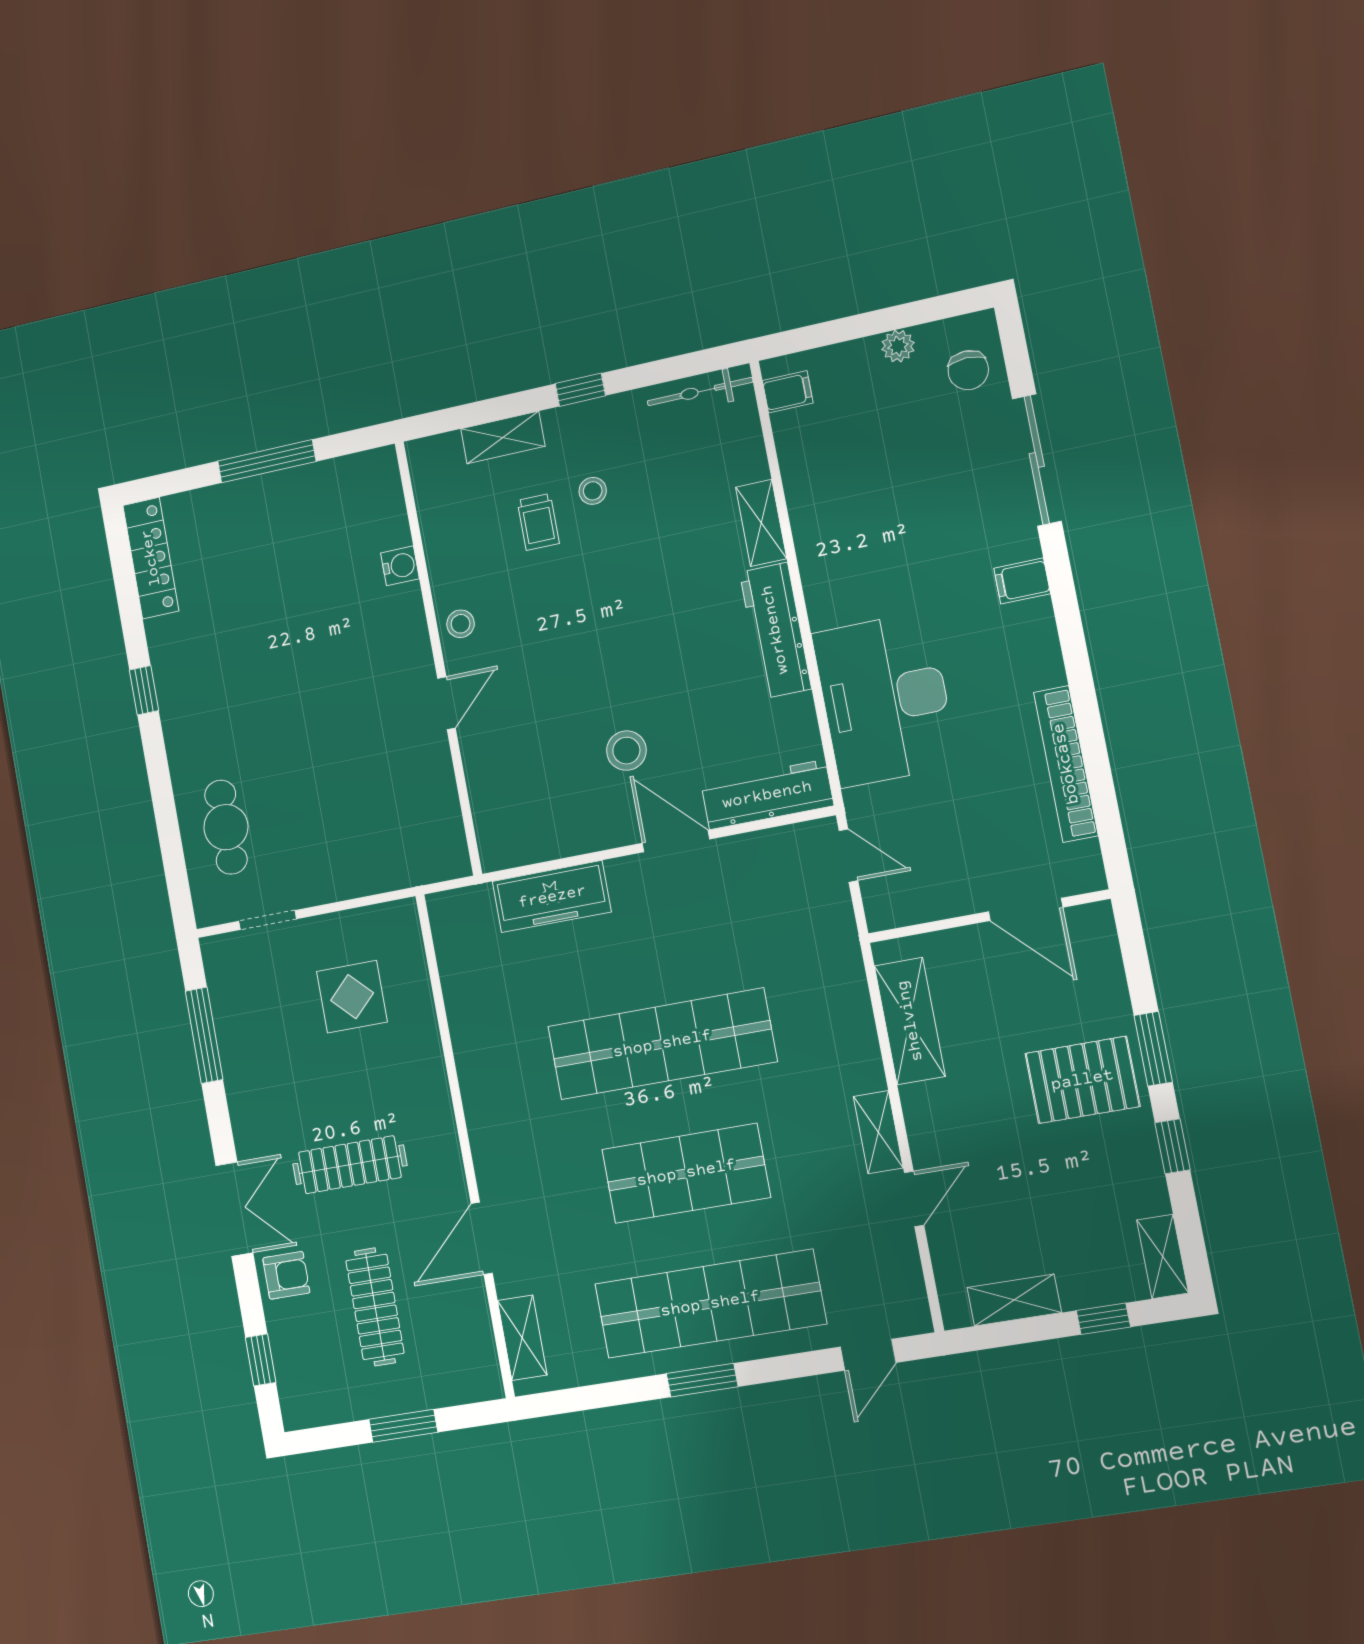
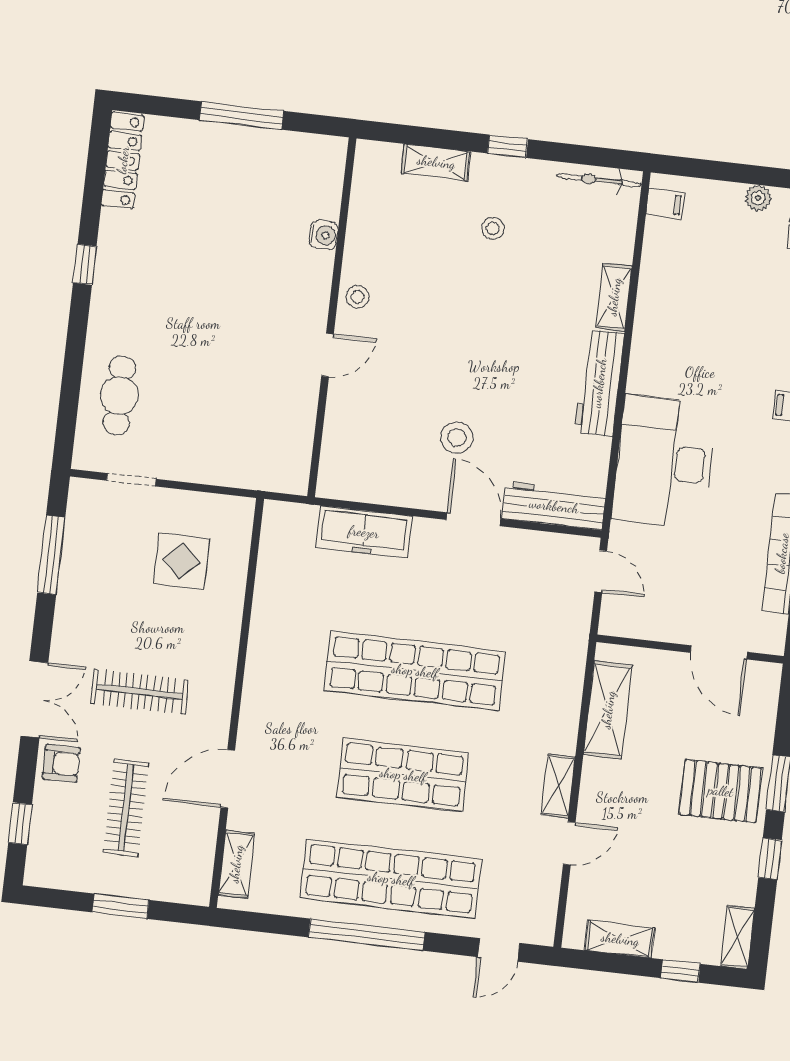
trolley: (538, 522) -> (443, 238), removed
window: (702, 1380) -> (367, 935), width x2.11

